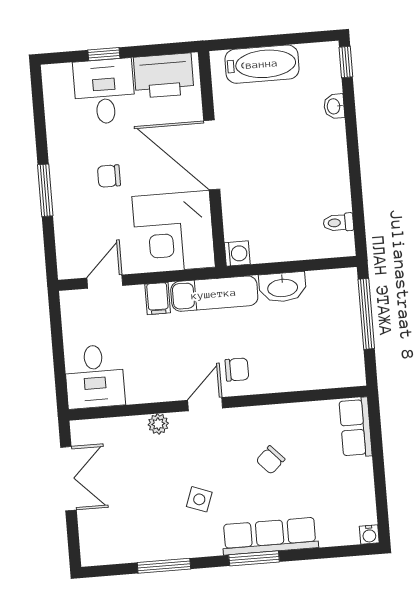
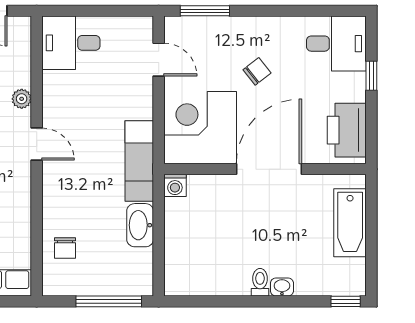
desk: (104, 91) -> (336, 44), moved
washbasin: (334, 106) -> (282, 287), moved
chair: (109, 176) -> (257, 71), turned 52
window: (45, 190) -> (205, 11), moved
toilet: (338, 223) -> (260, 282), moved
filing cabinet: (158, 298) -> (139, 108), removed
chair: (237, 370) -> (65, 248), moved

